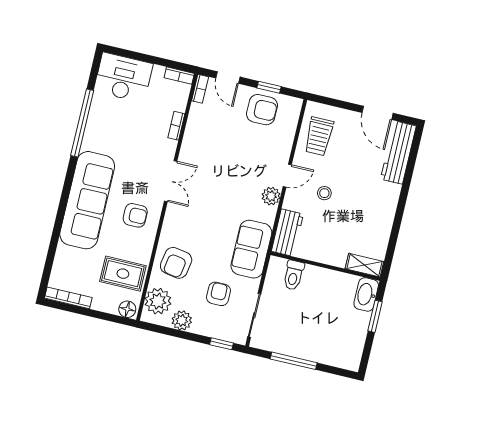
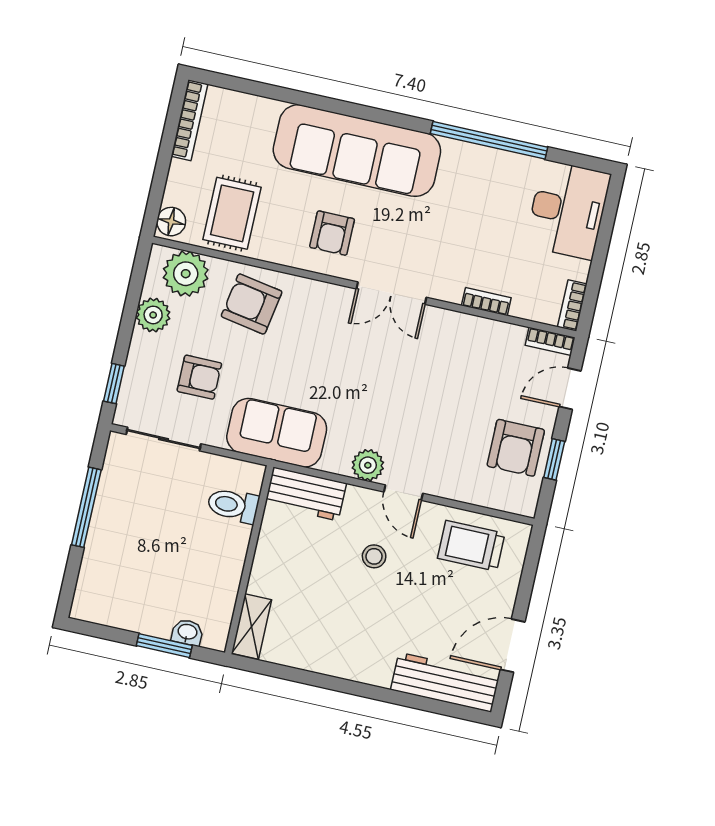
washbasin: (366, 294) -> (187, 632), width x0.52, depth x0.69

